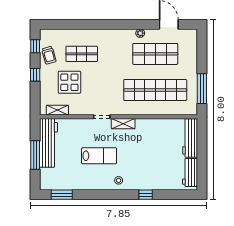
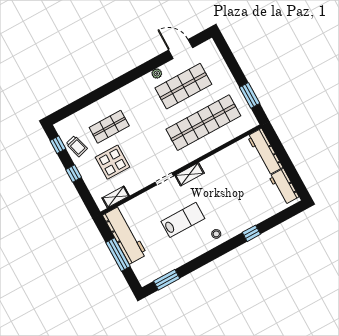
window: (202, 89) -> (250, 95), width x0.69

